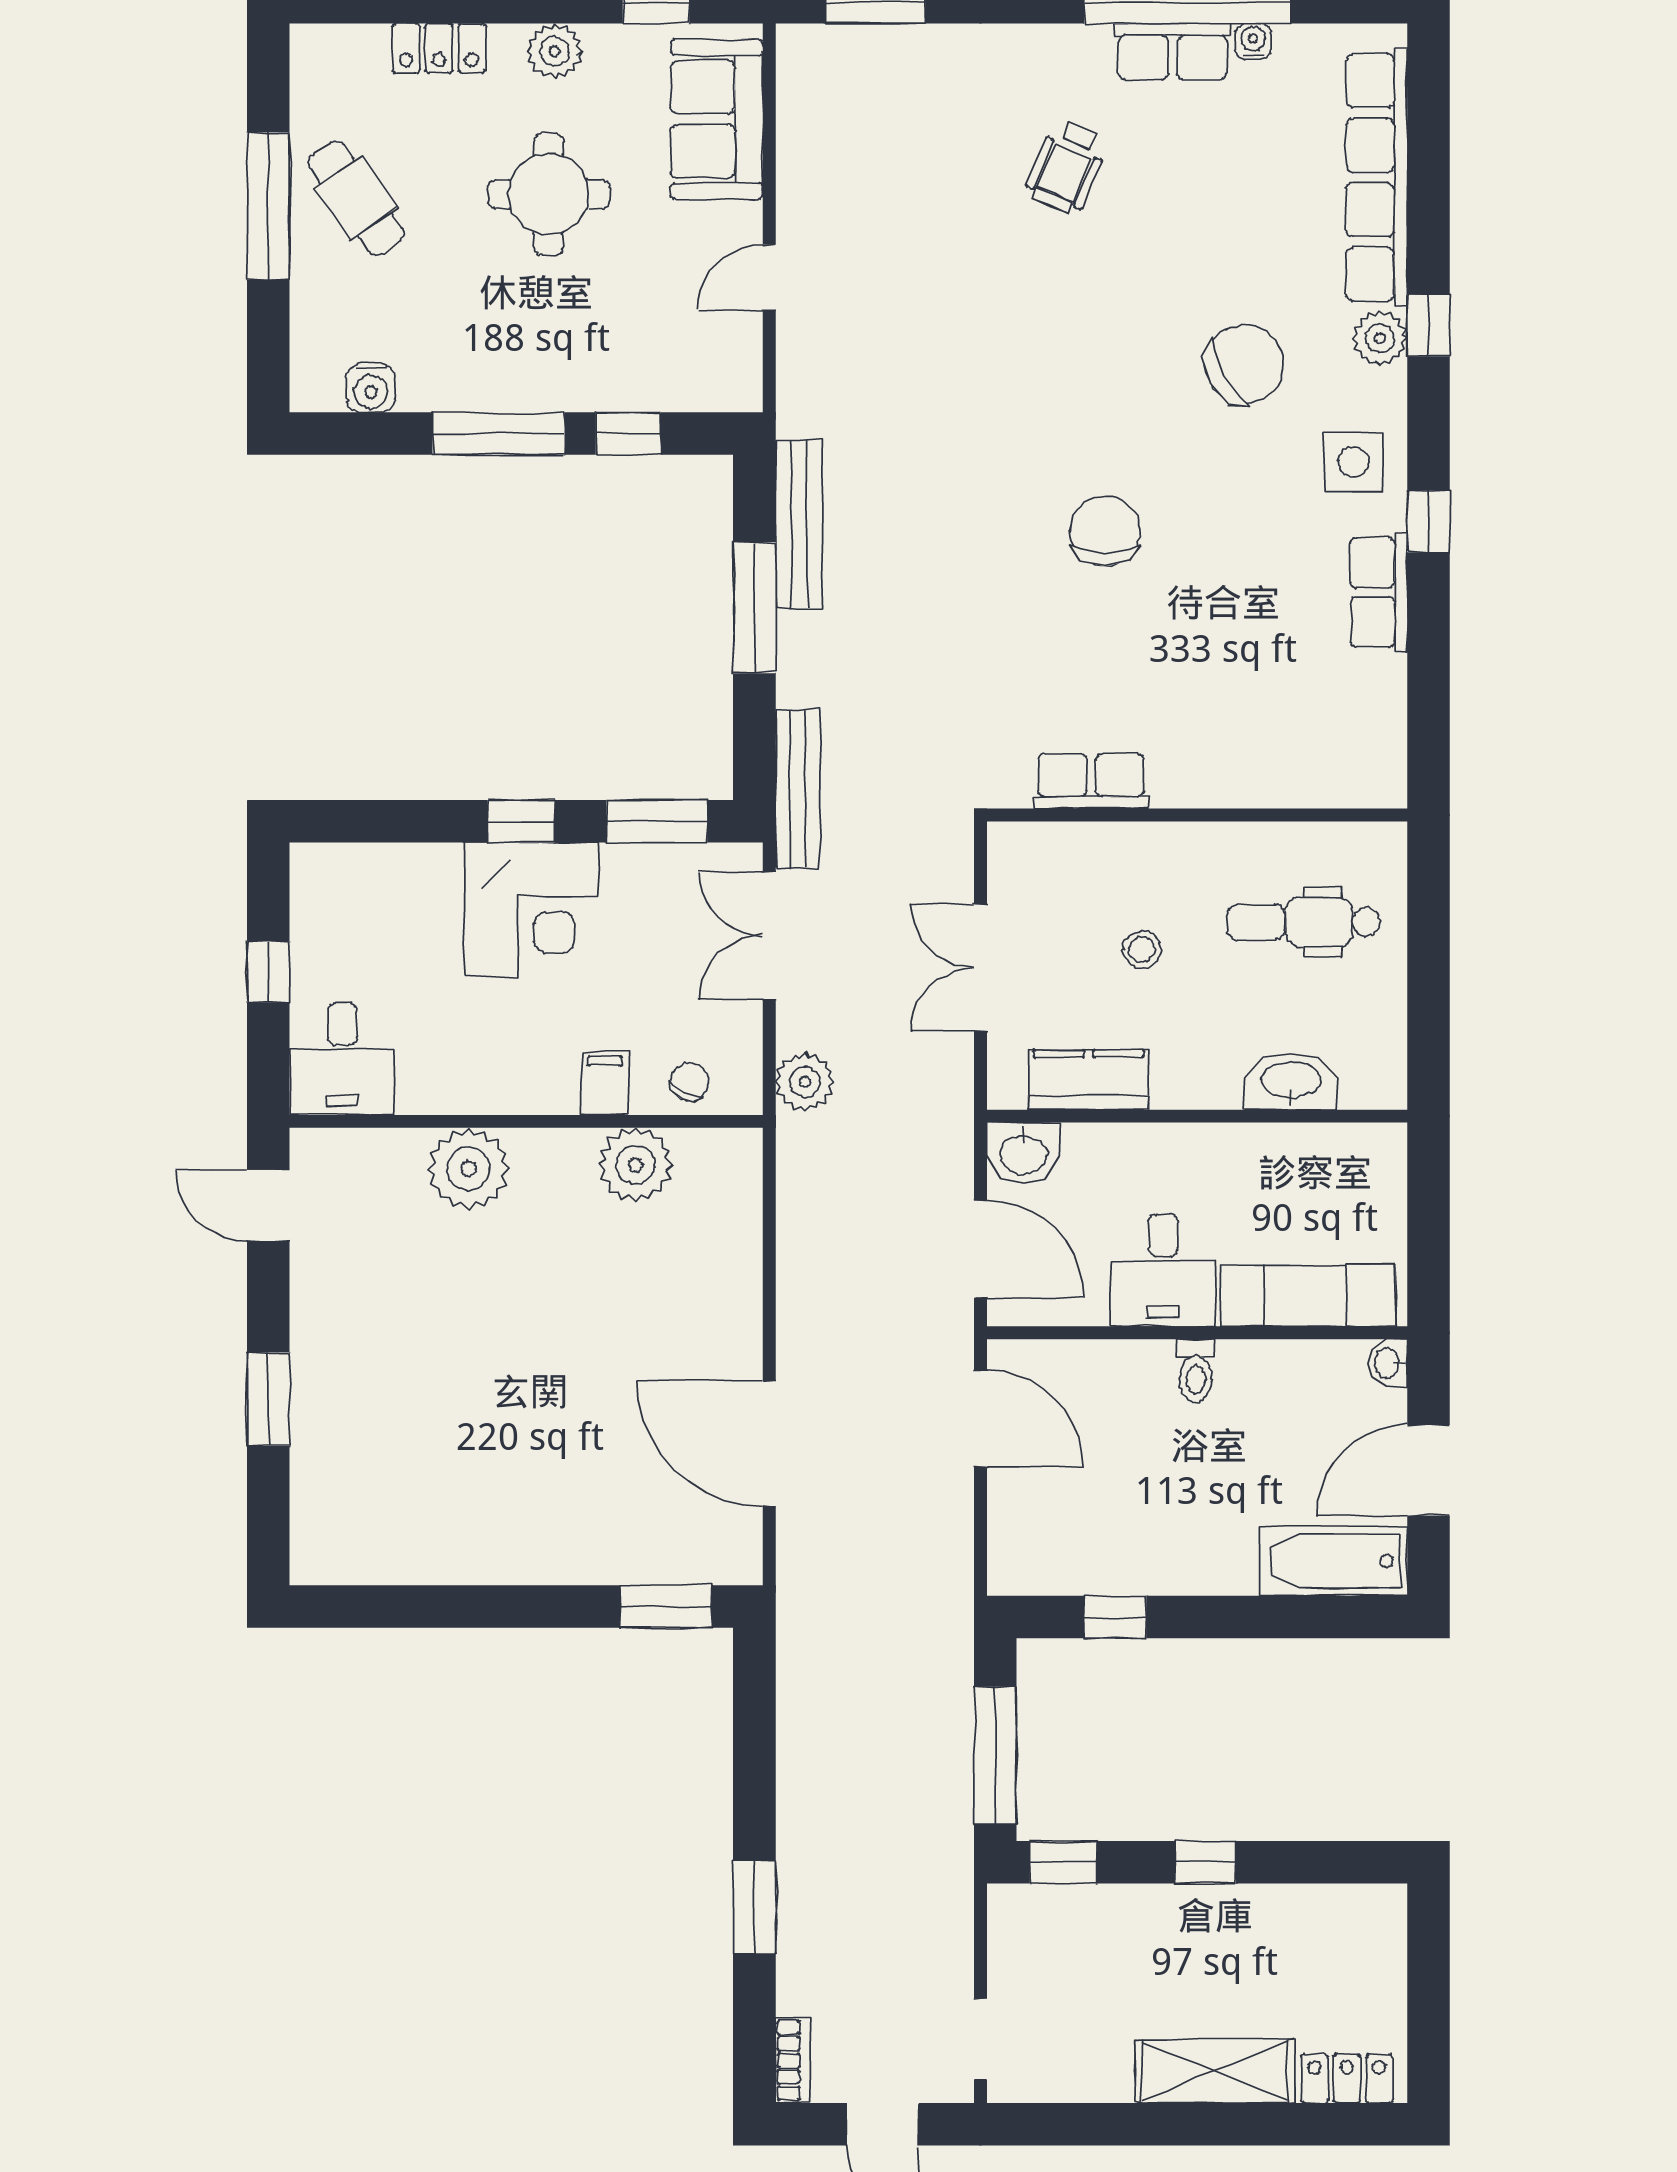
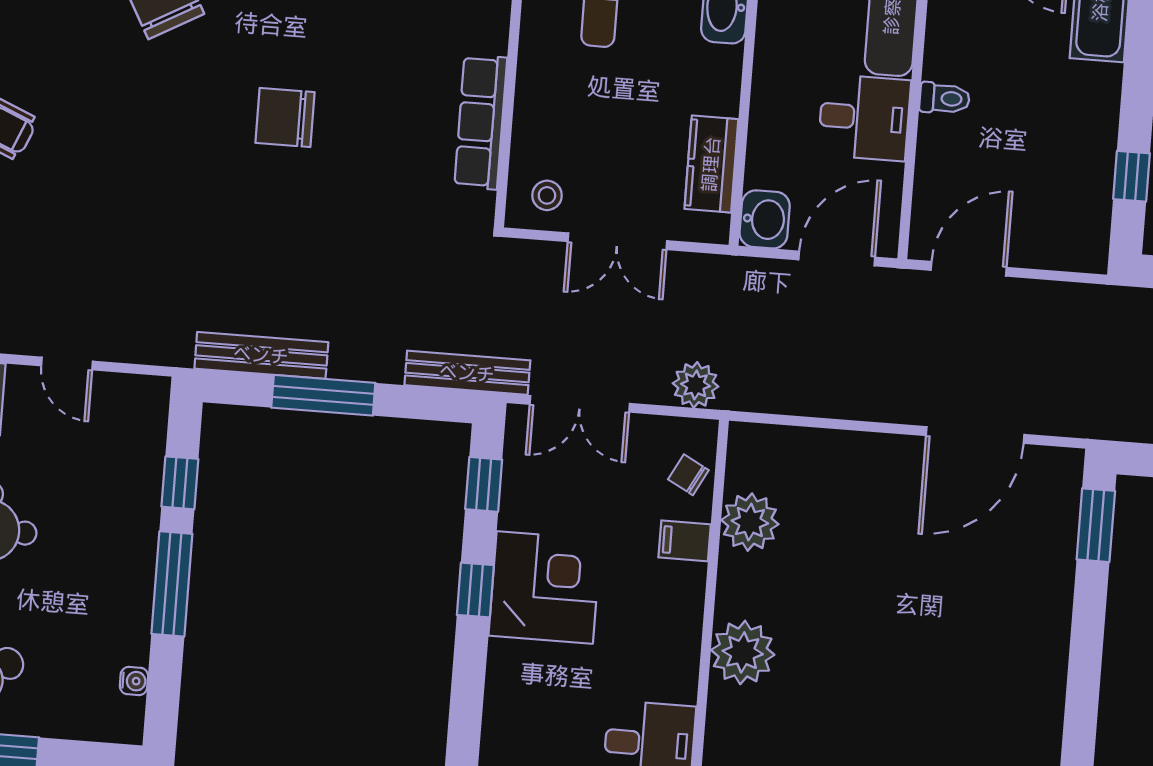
water cooler: (371, 388) -> (134, 681), width x0.72, depth x0.72
row of seats: (1091, 781) -> (481, 122), width x1.48
window: (657, 821) -> (484, 484), width x0.67
stool: (1142, 950) -> (547, 195), moved

